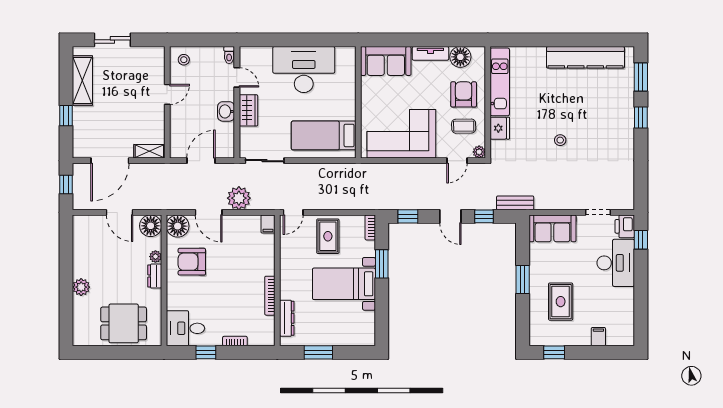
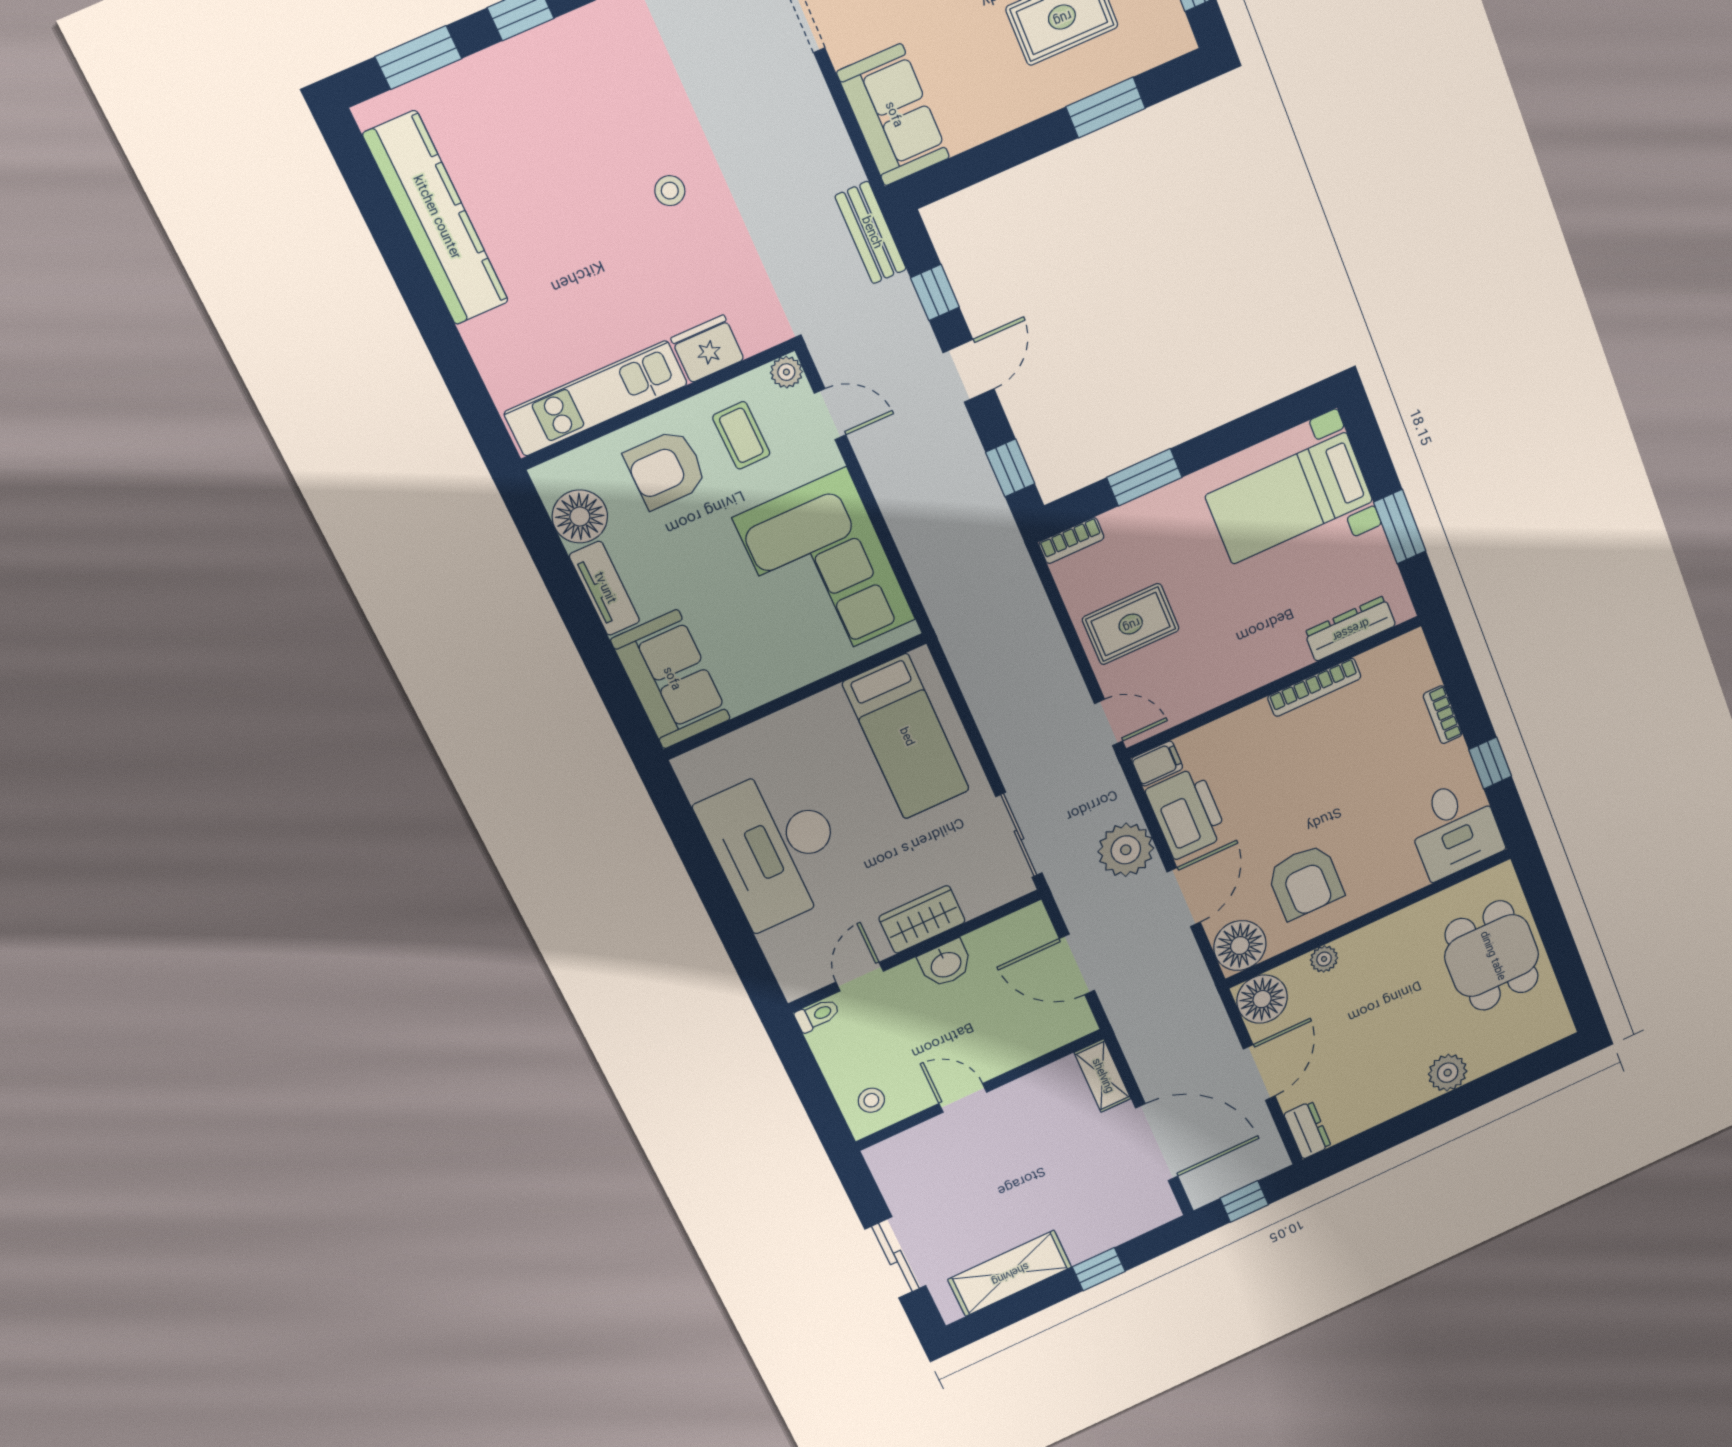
printer: (243, 227) -> (1187, 813), added
dresser: (155, 276) -> (1307, 1130), moved, turned -90
window: (523, 280) -> (1106, 107), moved
bed with nightstands: (344, 284) -> (1289, 498), moved, turned 90

